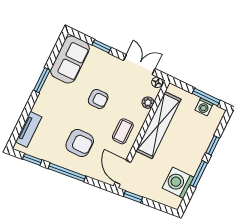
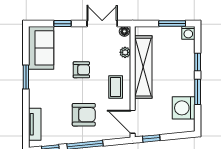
washing machine: (204, 107) -> (188, 33), moved

